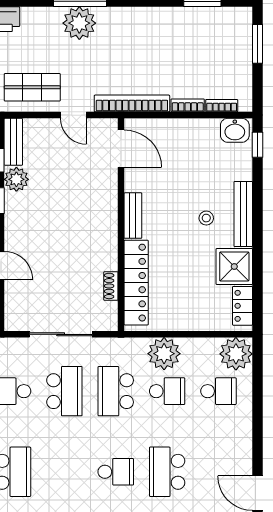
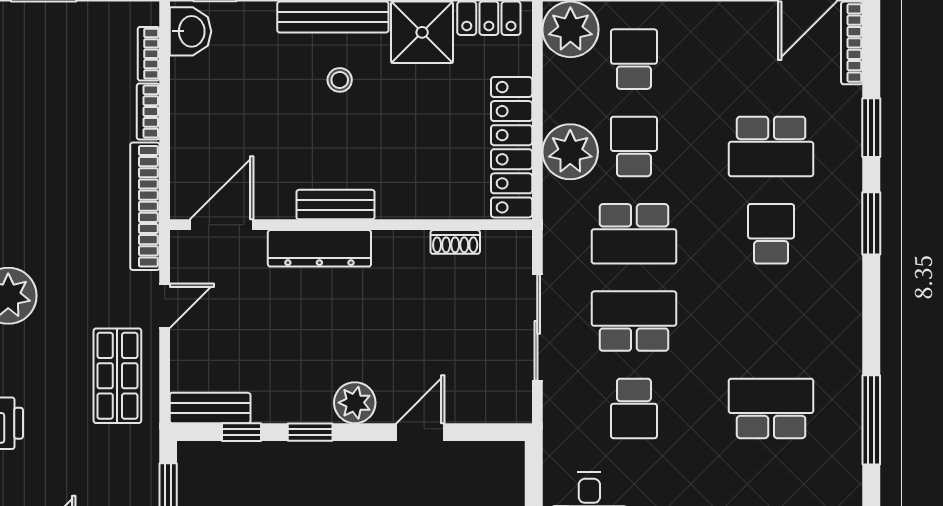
plant: (16, 179) -> (355, 403), moved
dresser: (107, 206) -> (319, 248), added
locker: (136, 283) -> (512, 147), moved, turned -90

